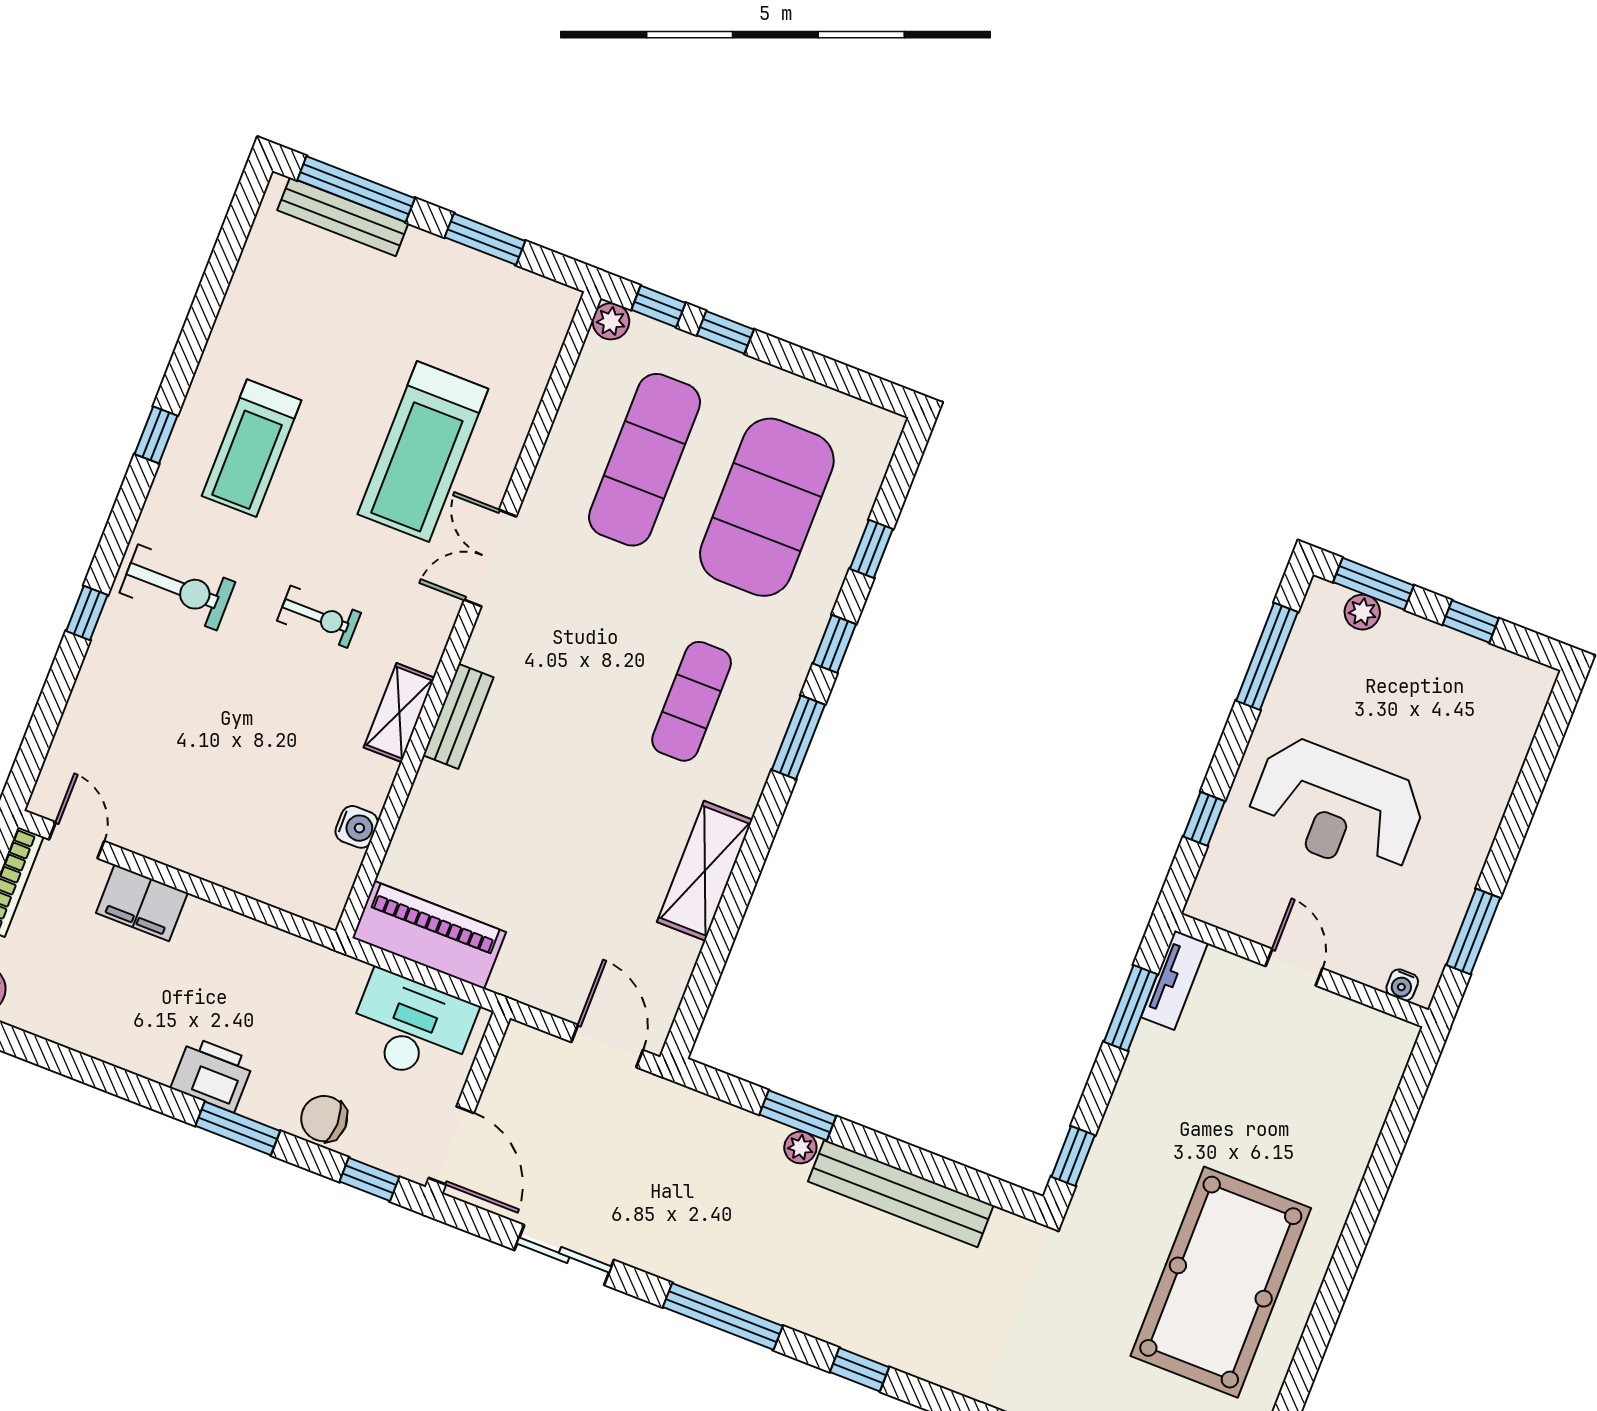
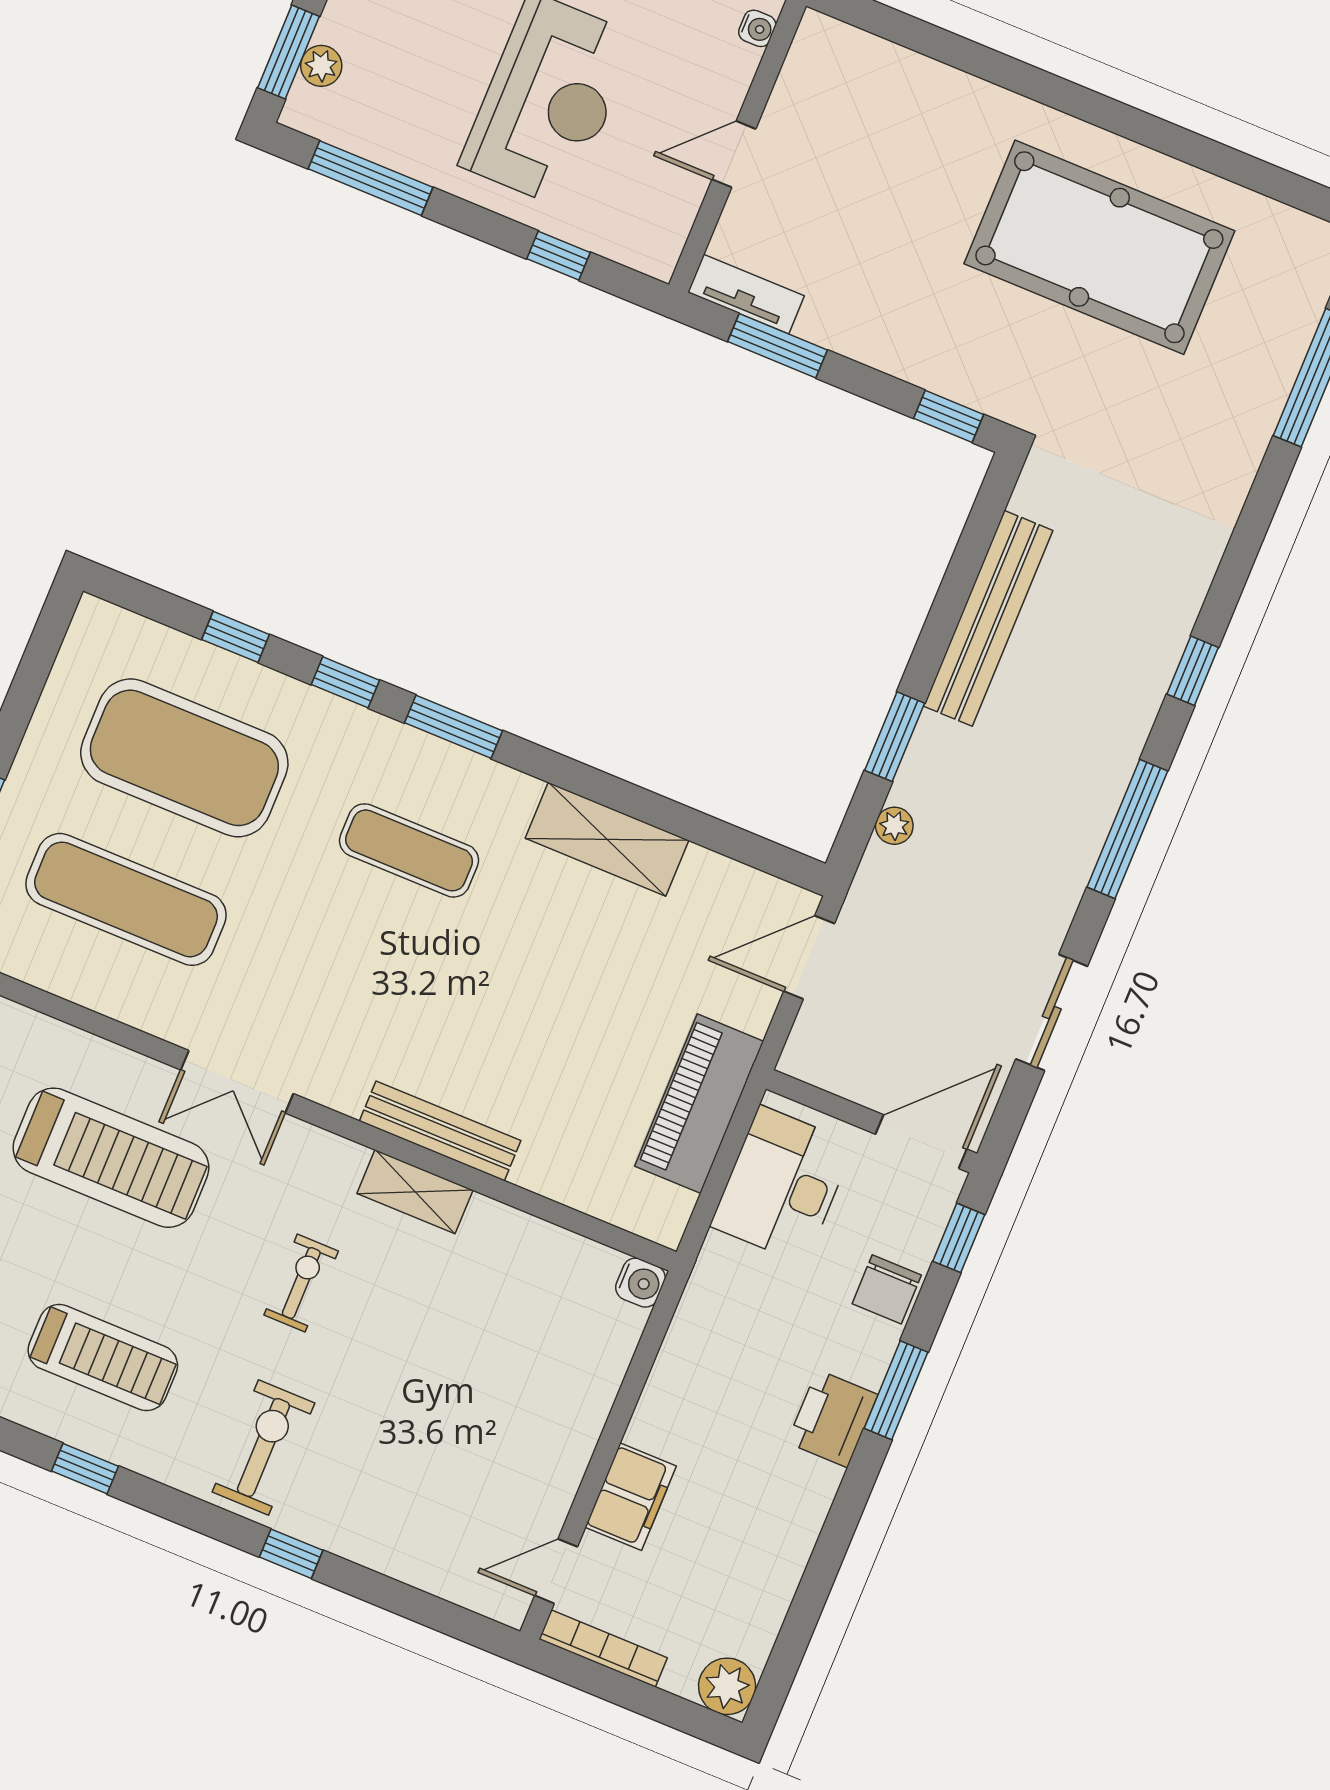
bench: (458, 716) -> (440, 1131), width x1.36
water cooler: (357, 827) -> (640, 1283), moved, turned 90
piano: (429, 935) -> (699, 1104), moved
plant: (800, 1147) -> (894, 826), moved

